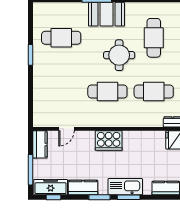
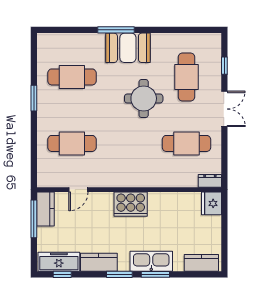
cafe table: (107, 91) -> (72, 143), moved
window: (31, 170) -> (34, 219), moved

